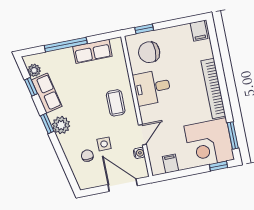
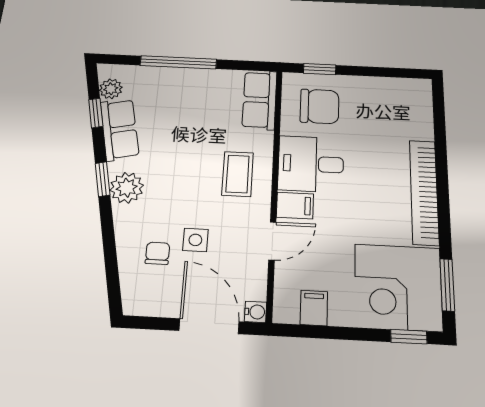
filing cabinet: (199, 31) -> (295, 205), moved, turned -90
row of seats: (92, 51) -> (260, 100), moved, turned 90
chair: (149, 52) -> (320, 106), turned 180
water cooler: (139, 153) -> (256, 312), moved

